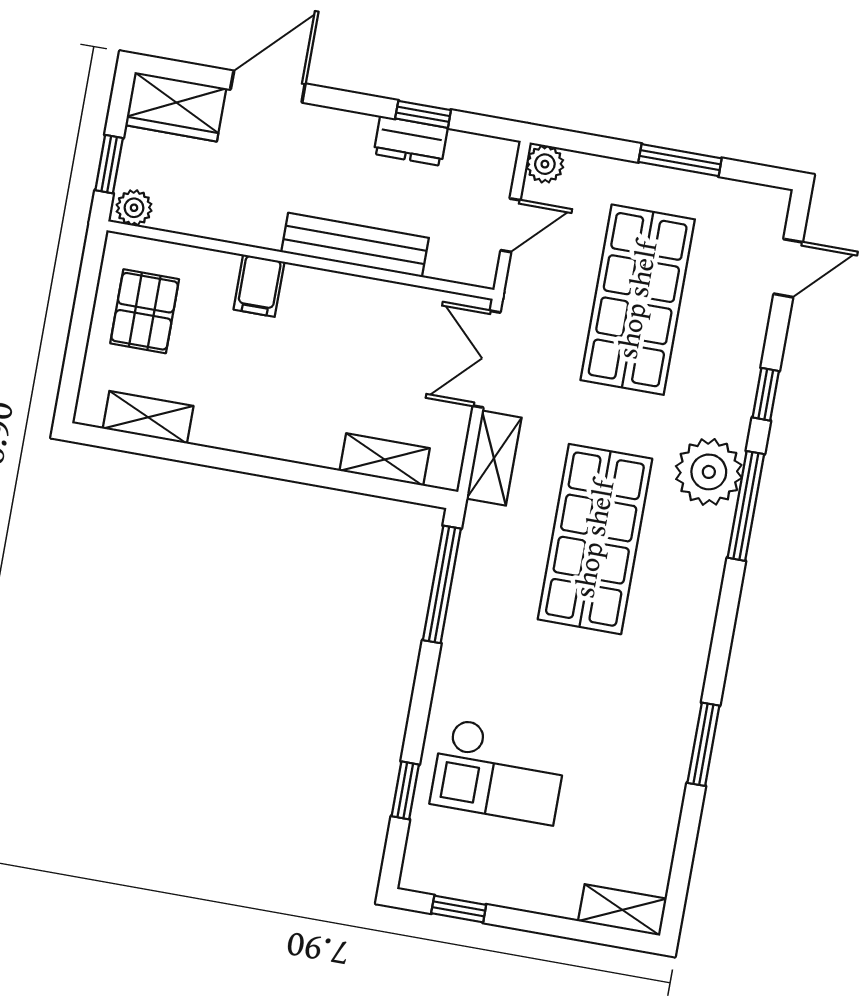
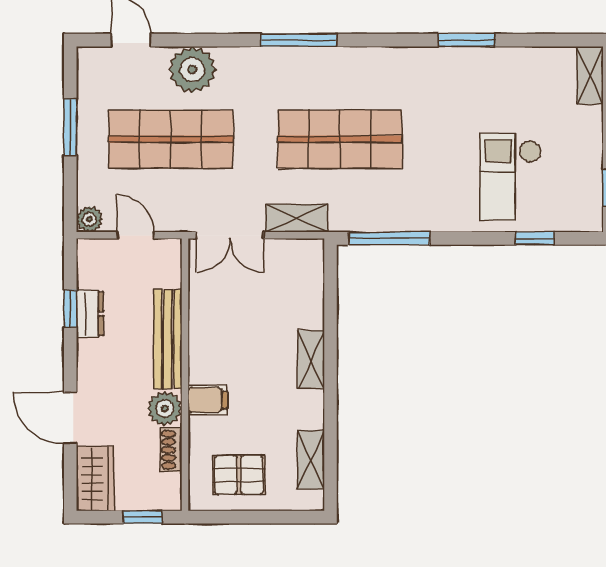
plant: (134, 208) -> (165, 408), moved, width x1.38, depth x1.38
shoe rack: (197, 222) -> (171, 450), added
window: (766, 394) -> (220, 40), removed
shelving: (385, 459) -> (311, 360), moved
plant: (709, 472) -> (192, 70), moved
checkout: (499, 771) -> (510, 177), turned 180

